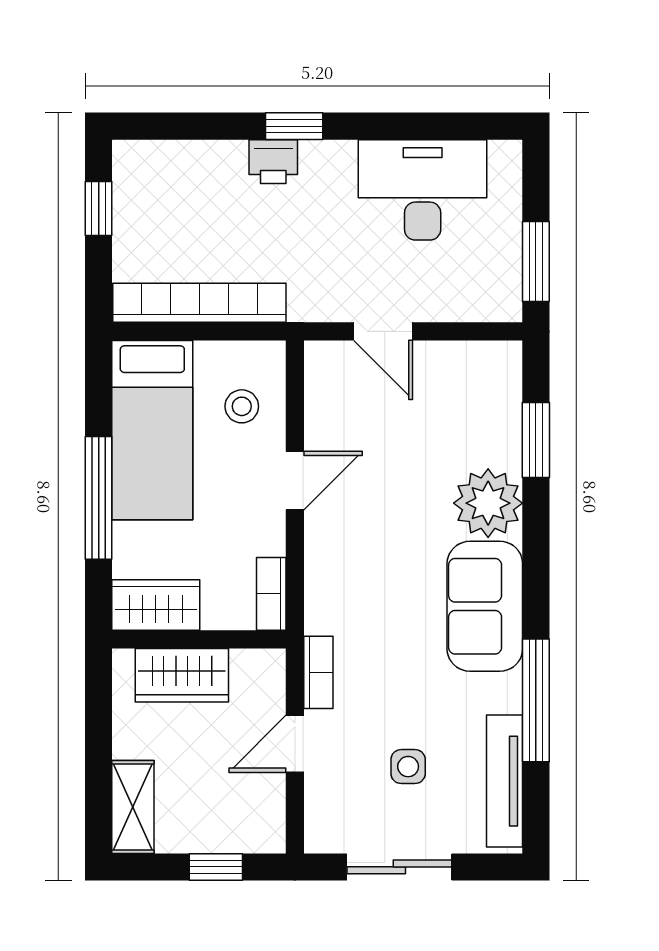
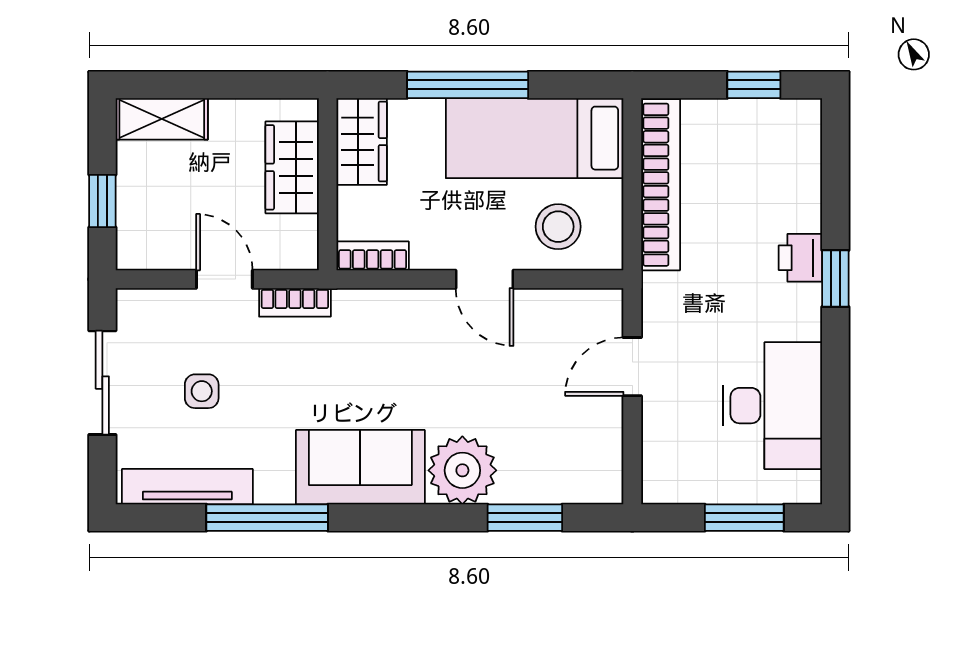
window: (536, 261) -> (744, 518), moved
stool: (242, 406) -> (558, 227), width x1.37, depth x1.37

